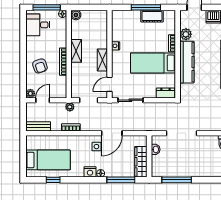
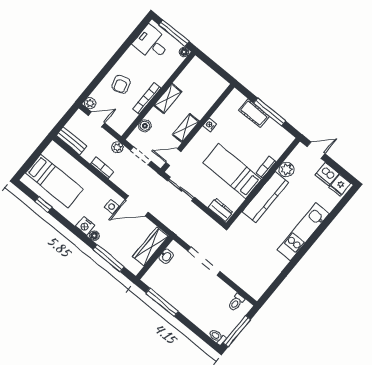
boiler: (76, 15) -> (145, 126), moved
cot: (152, 16) -> (254, 113), moved
wardrobe: (141, 162) -> (150, 246), moved

